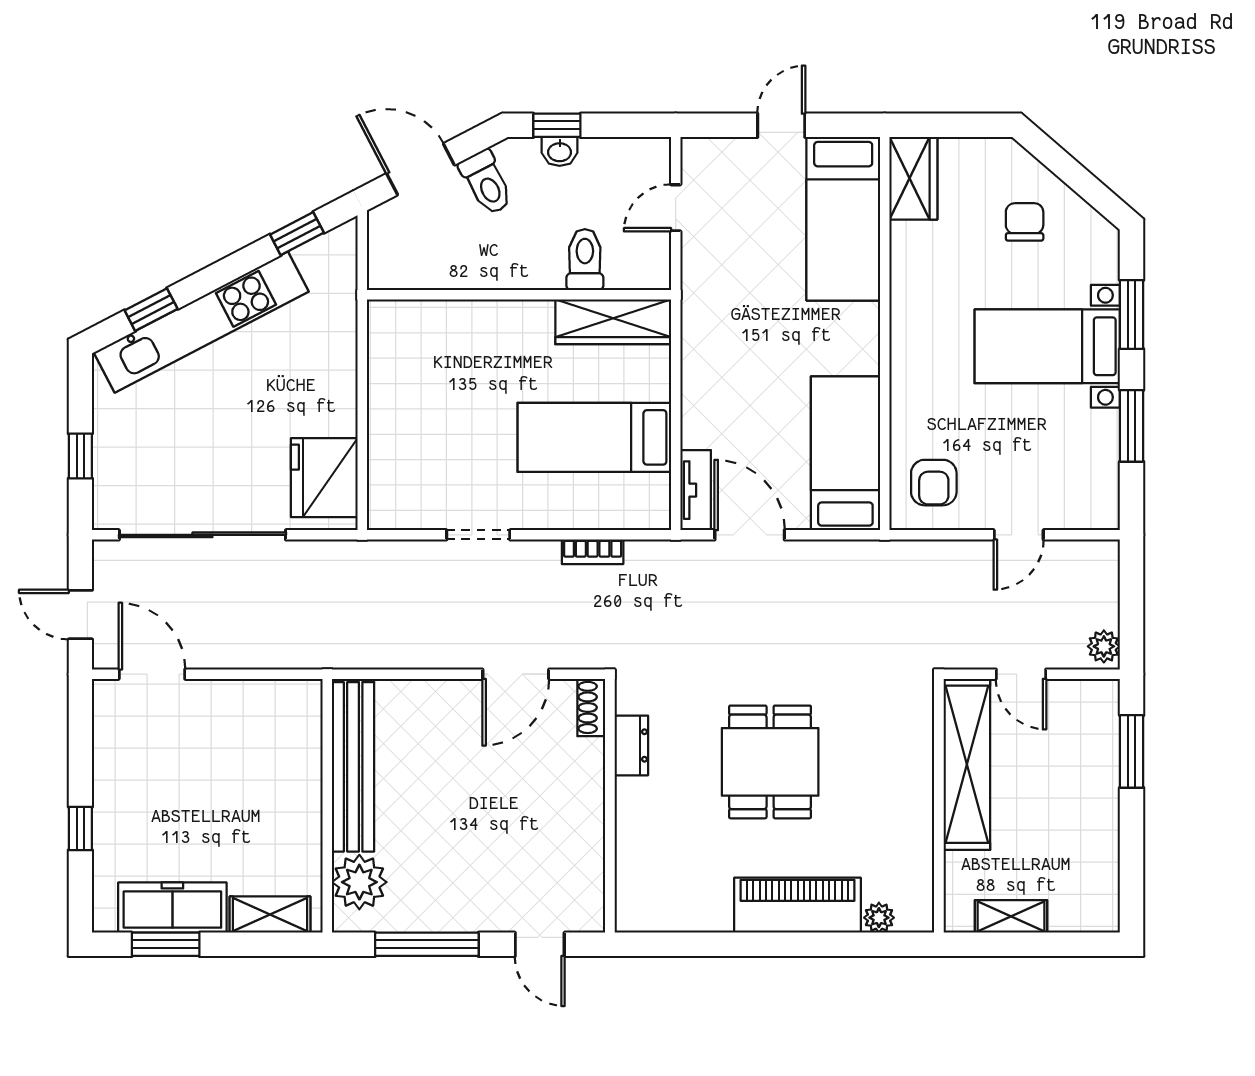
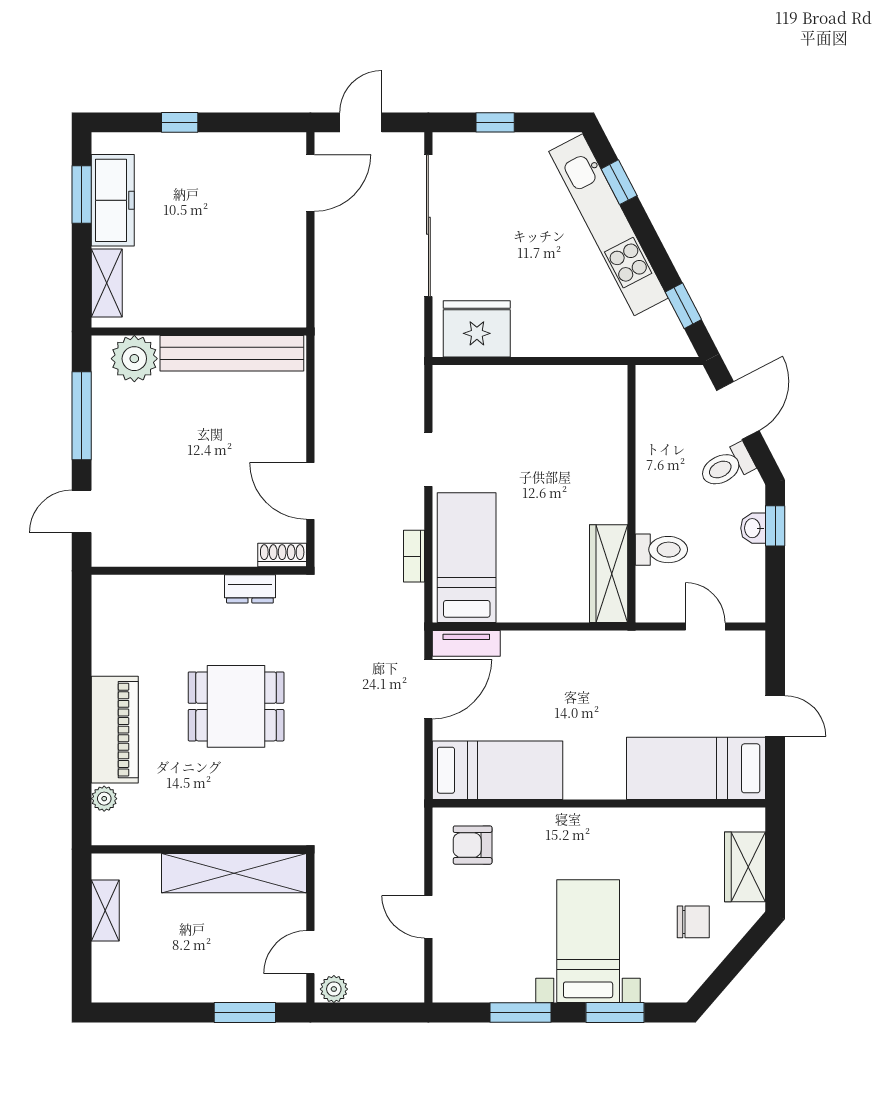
wardrobe: (913, 178) -> (745, 867), moved, turned 90
bed: (594, 437) -> (467, 558), moved
door: (1021, 674) -> (310, 952), moved

